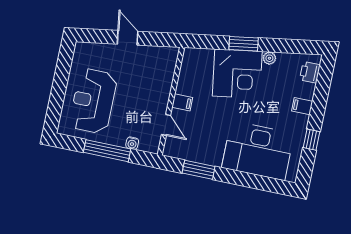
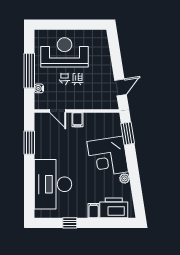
door: (128, 38) -> (121, 87), moved
window: (244, 44) -> (128, 133), moved
printer: (310, 72) -> (114, 208), width x1.87, depth x1.48
door: (166, 125) -> (58, 111), hinge flipped

